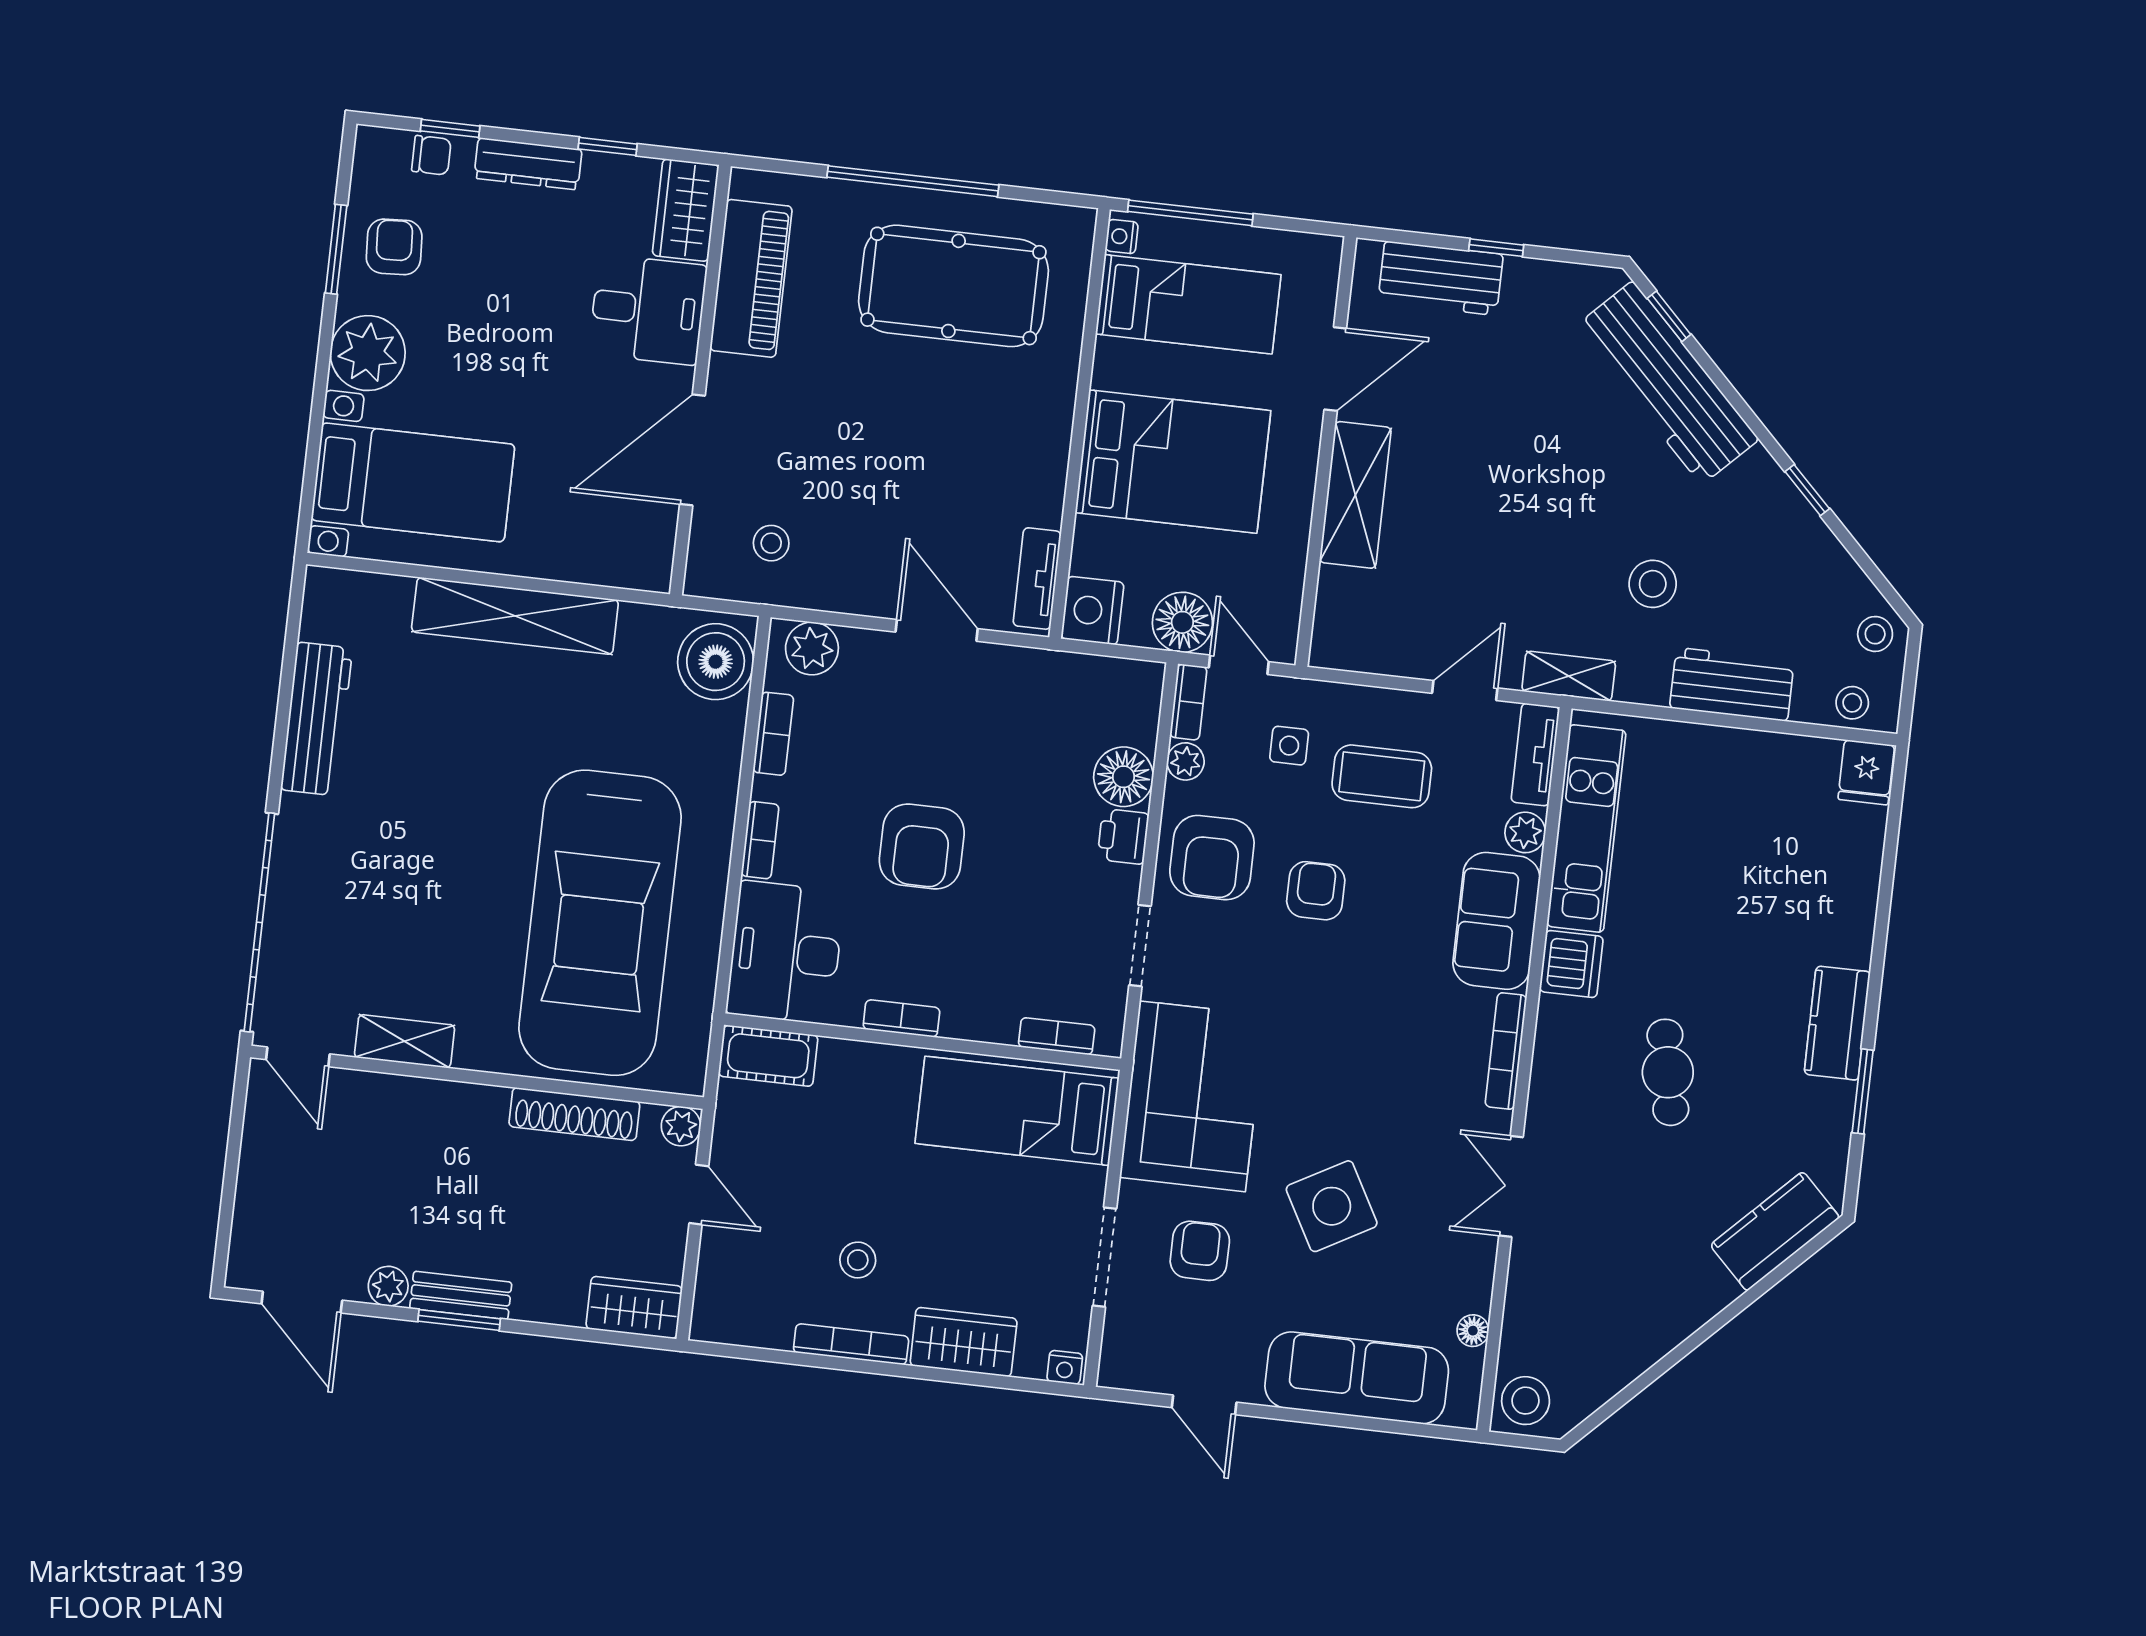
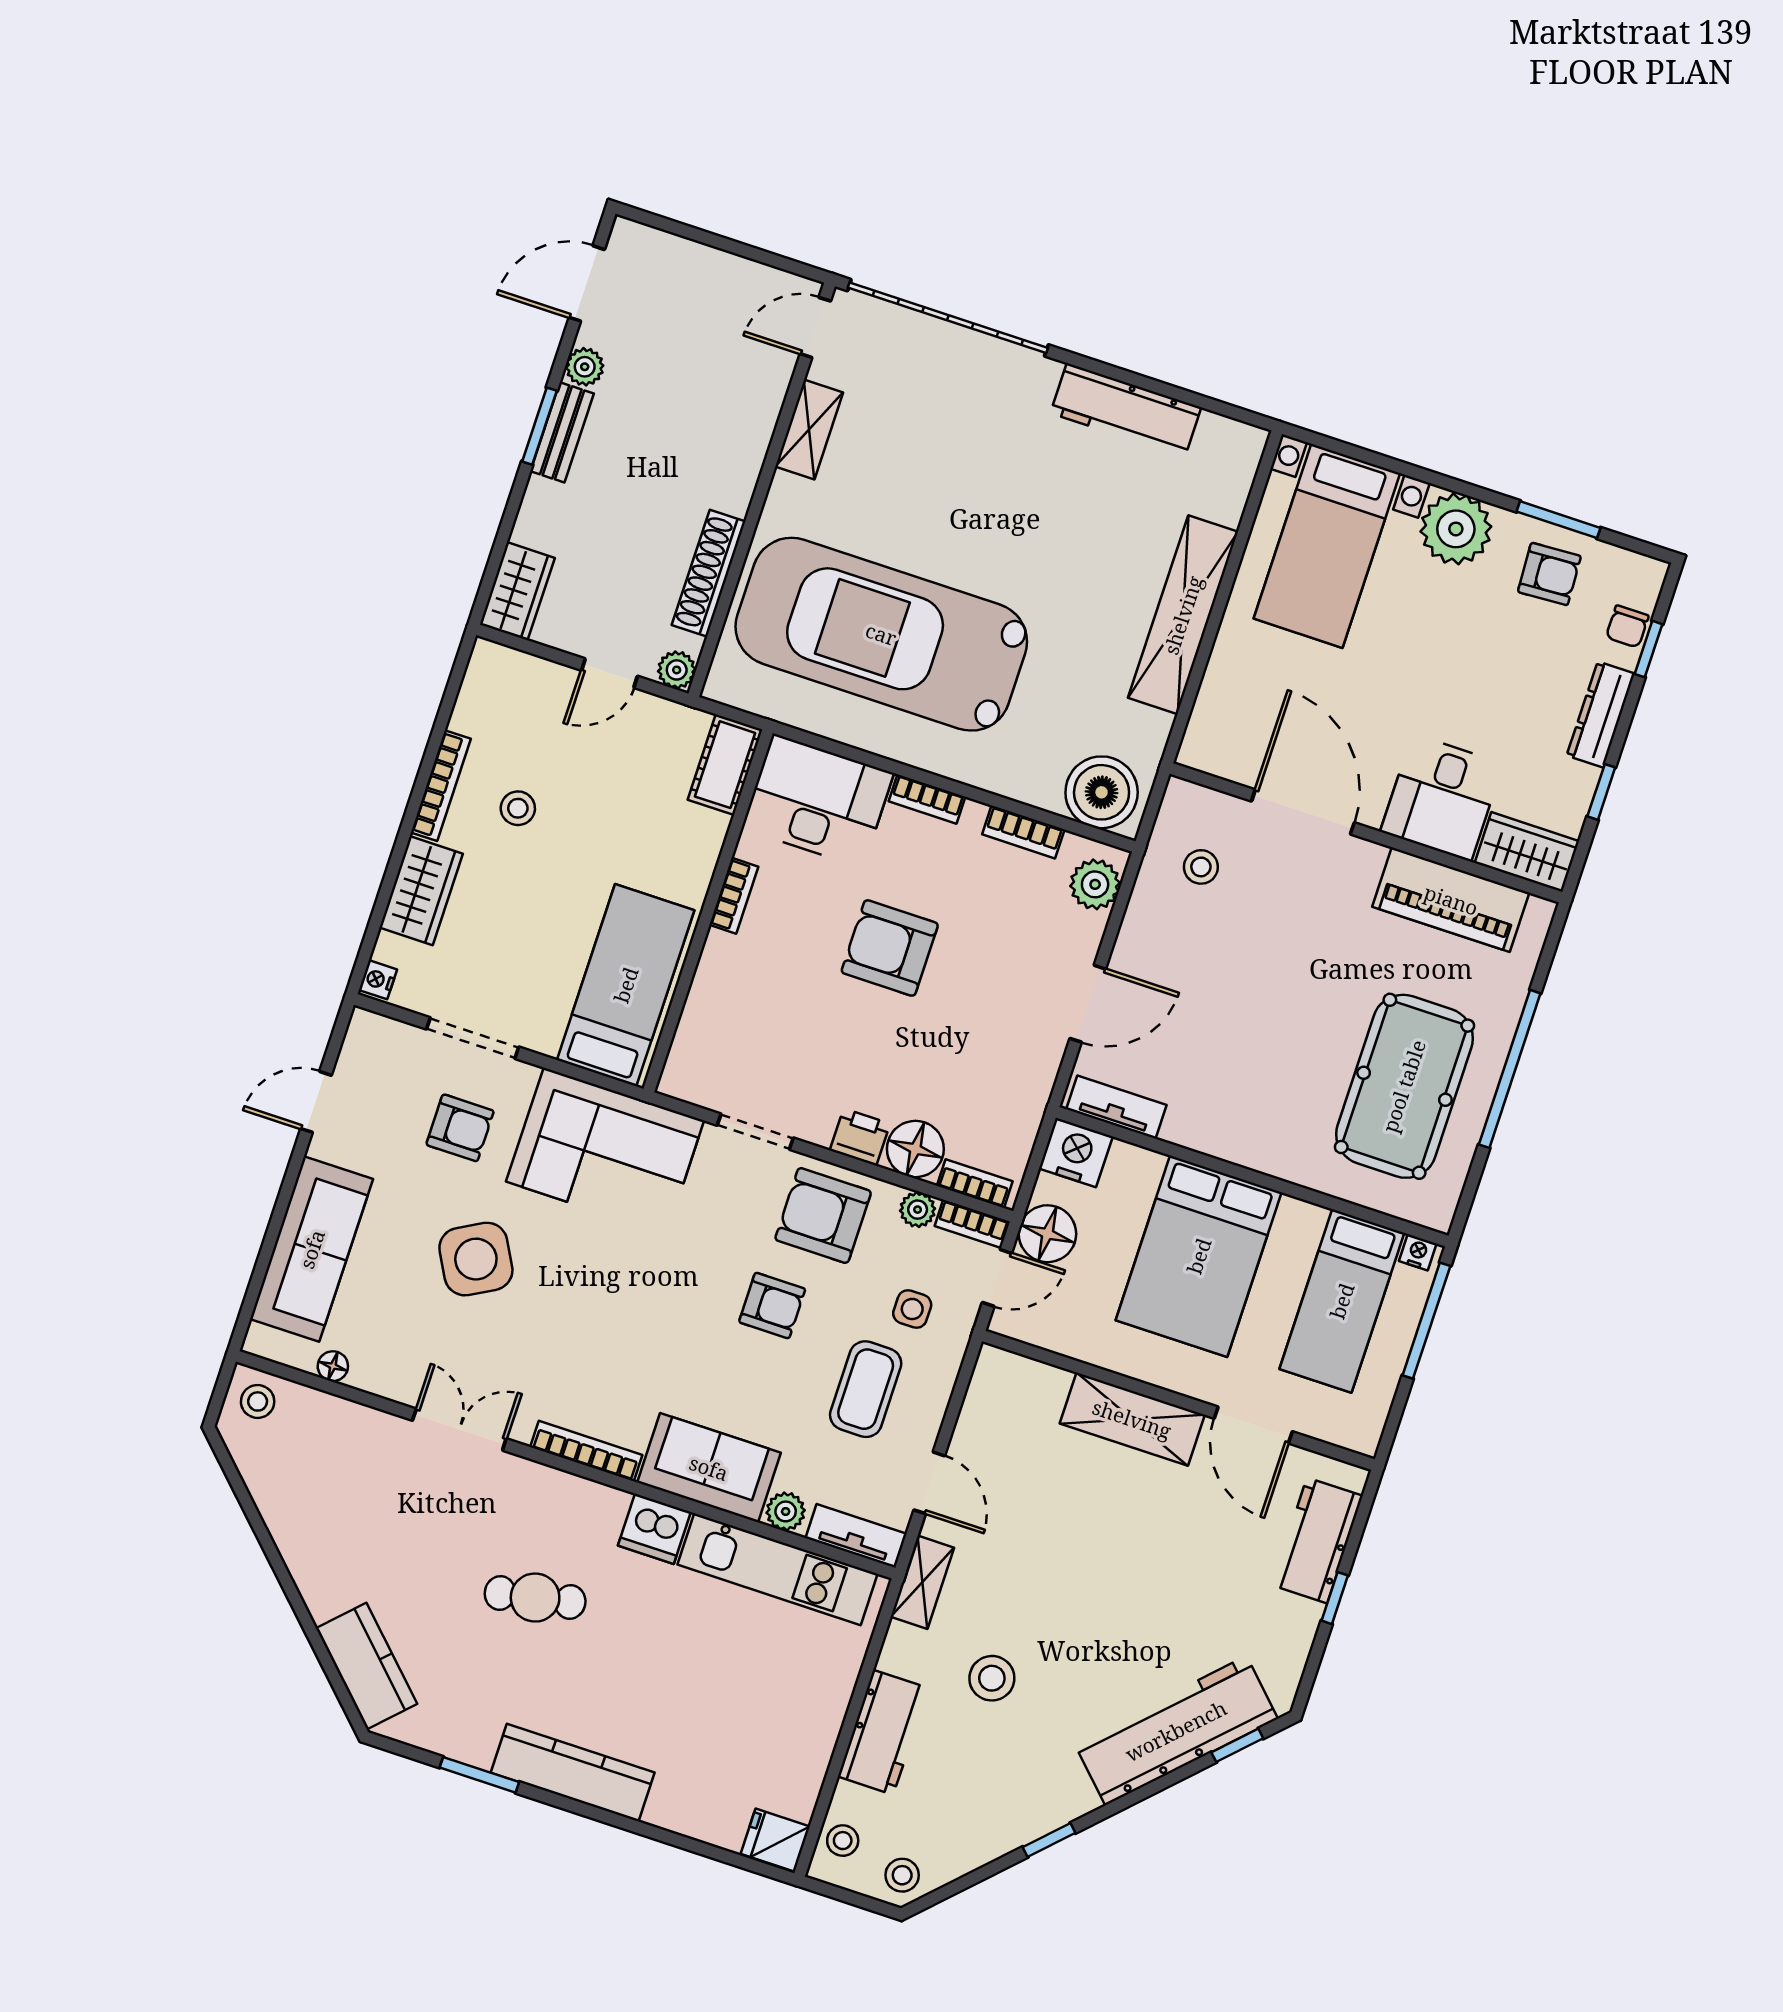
kitchen counter: (1837, 1023) -> (573, 1773), width x1.50
bookcase: (1057, 1036) -> (975, 1184), moved, turned -90
stool: (1526, 1401) -> (258, 1401), width x0.73, depth x0.73

